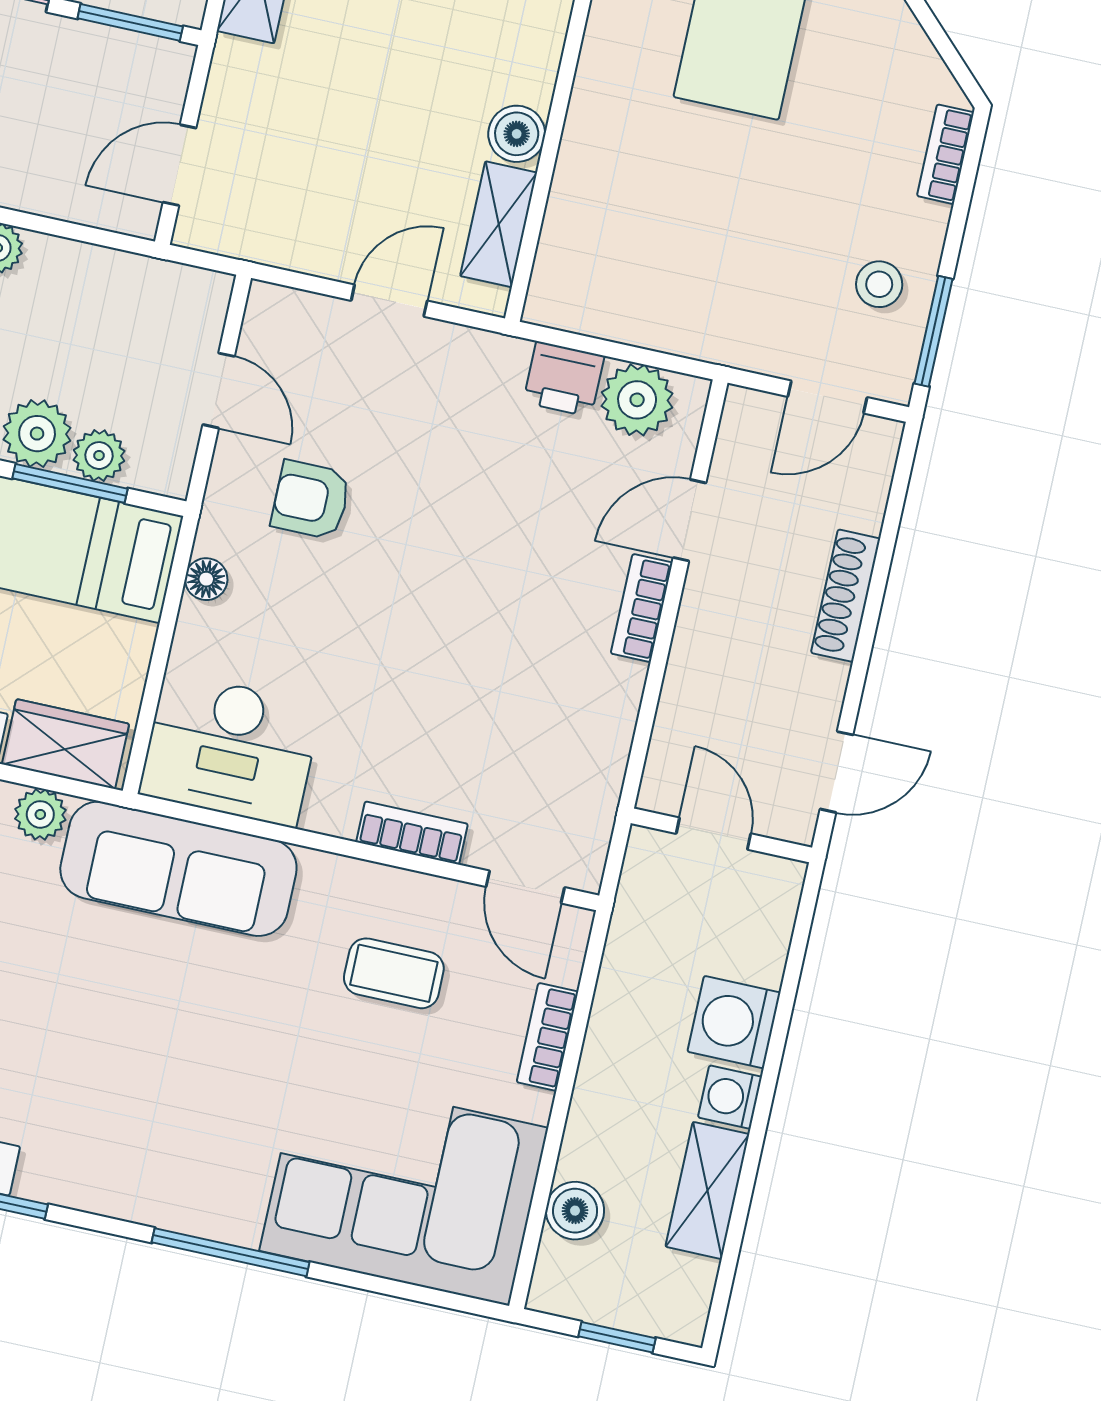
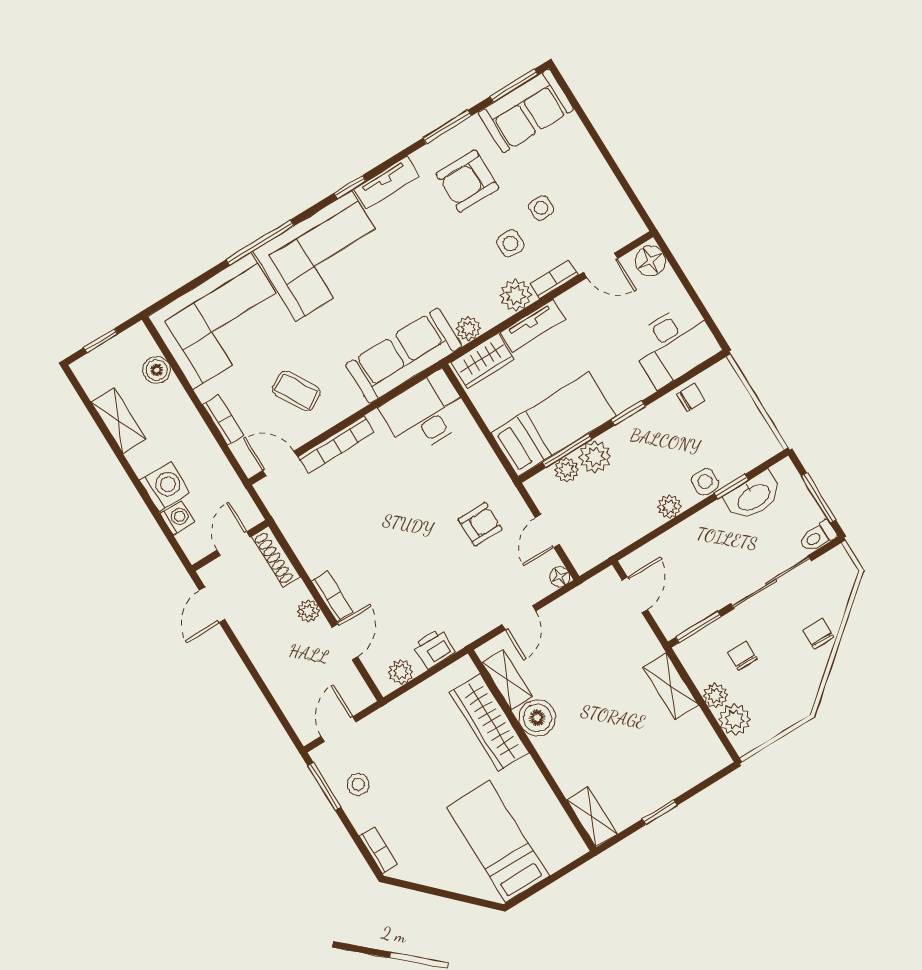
boiler: (517, 134) -> (537, 718), width x1.36, depth x1.36
wardrobe: (589, 185) -> (489, 722), added
door: (219, 390) -> (547, 531), hinge flipped
plant: (637, 400) -> (401, 672), width x0.73, depth x0.73
floor lamp: (206, 579) -> (560, 577), moved
shoe rack: (846, 596) -> (276, 557), moved, turned 180
plant: (699, 621) -> (308, 611), added
bookcase: (412, 833) -> (336, 445), width x1.56
door: (713, 834) -> (234, 544), swing flipped
coffee table: (394, 973) -> (296, 391), turned 60
washing machine: (730, 1097) -> (177, 518), moved
corner sofa: (153, 1138) -> (324, 256), added

